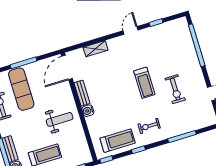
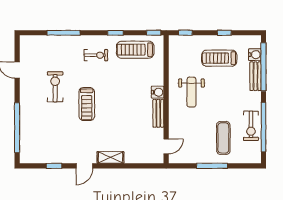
shelving: (96, 49) -> (110, 157), moved
door: (67, 67) -> (166, 146), width x0.53
treadmill: (144, 83) -> (87, 104), turned 180
exercise mat: (21, 89) -> (223, 138), width x0.73, depth x0.69
weight bench: (60, 119) -> (191, 92), turned -90

